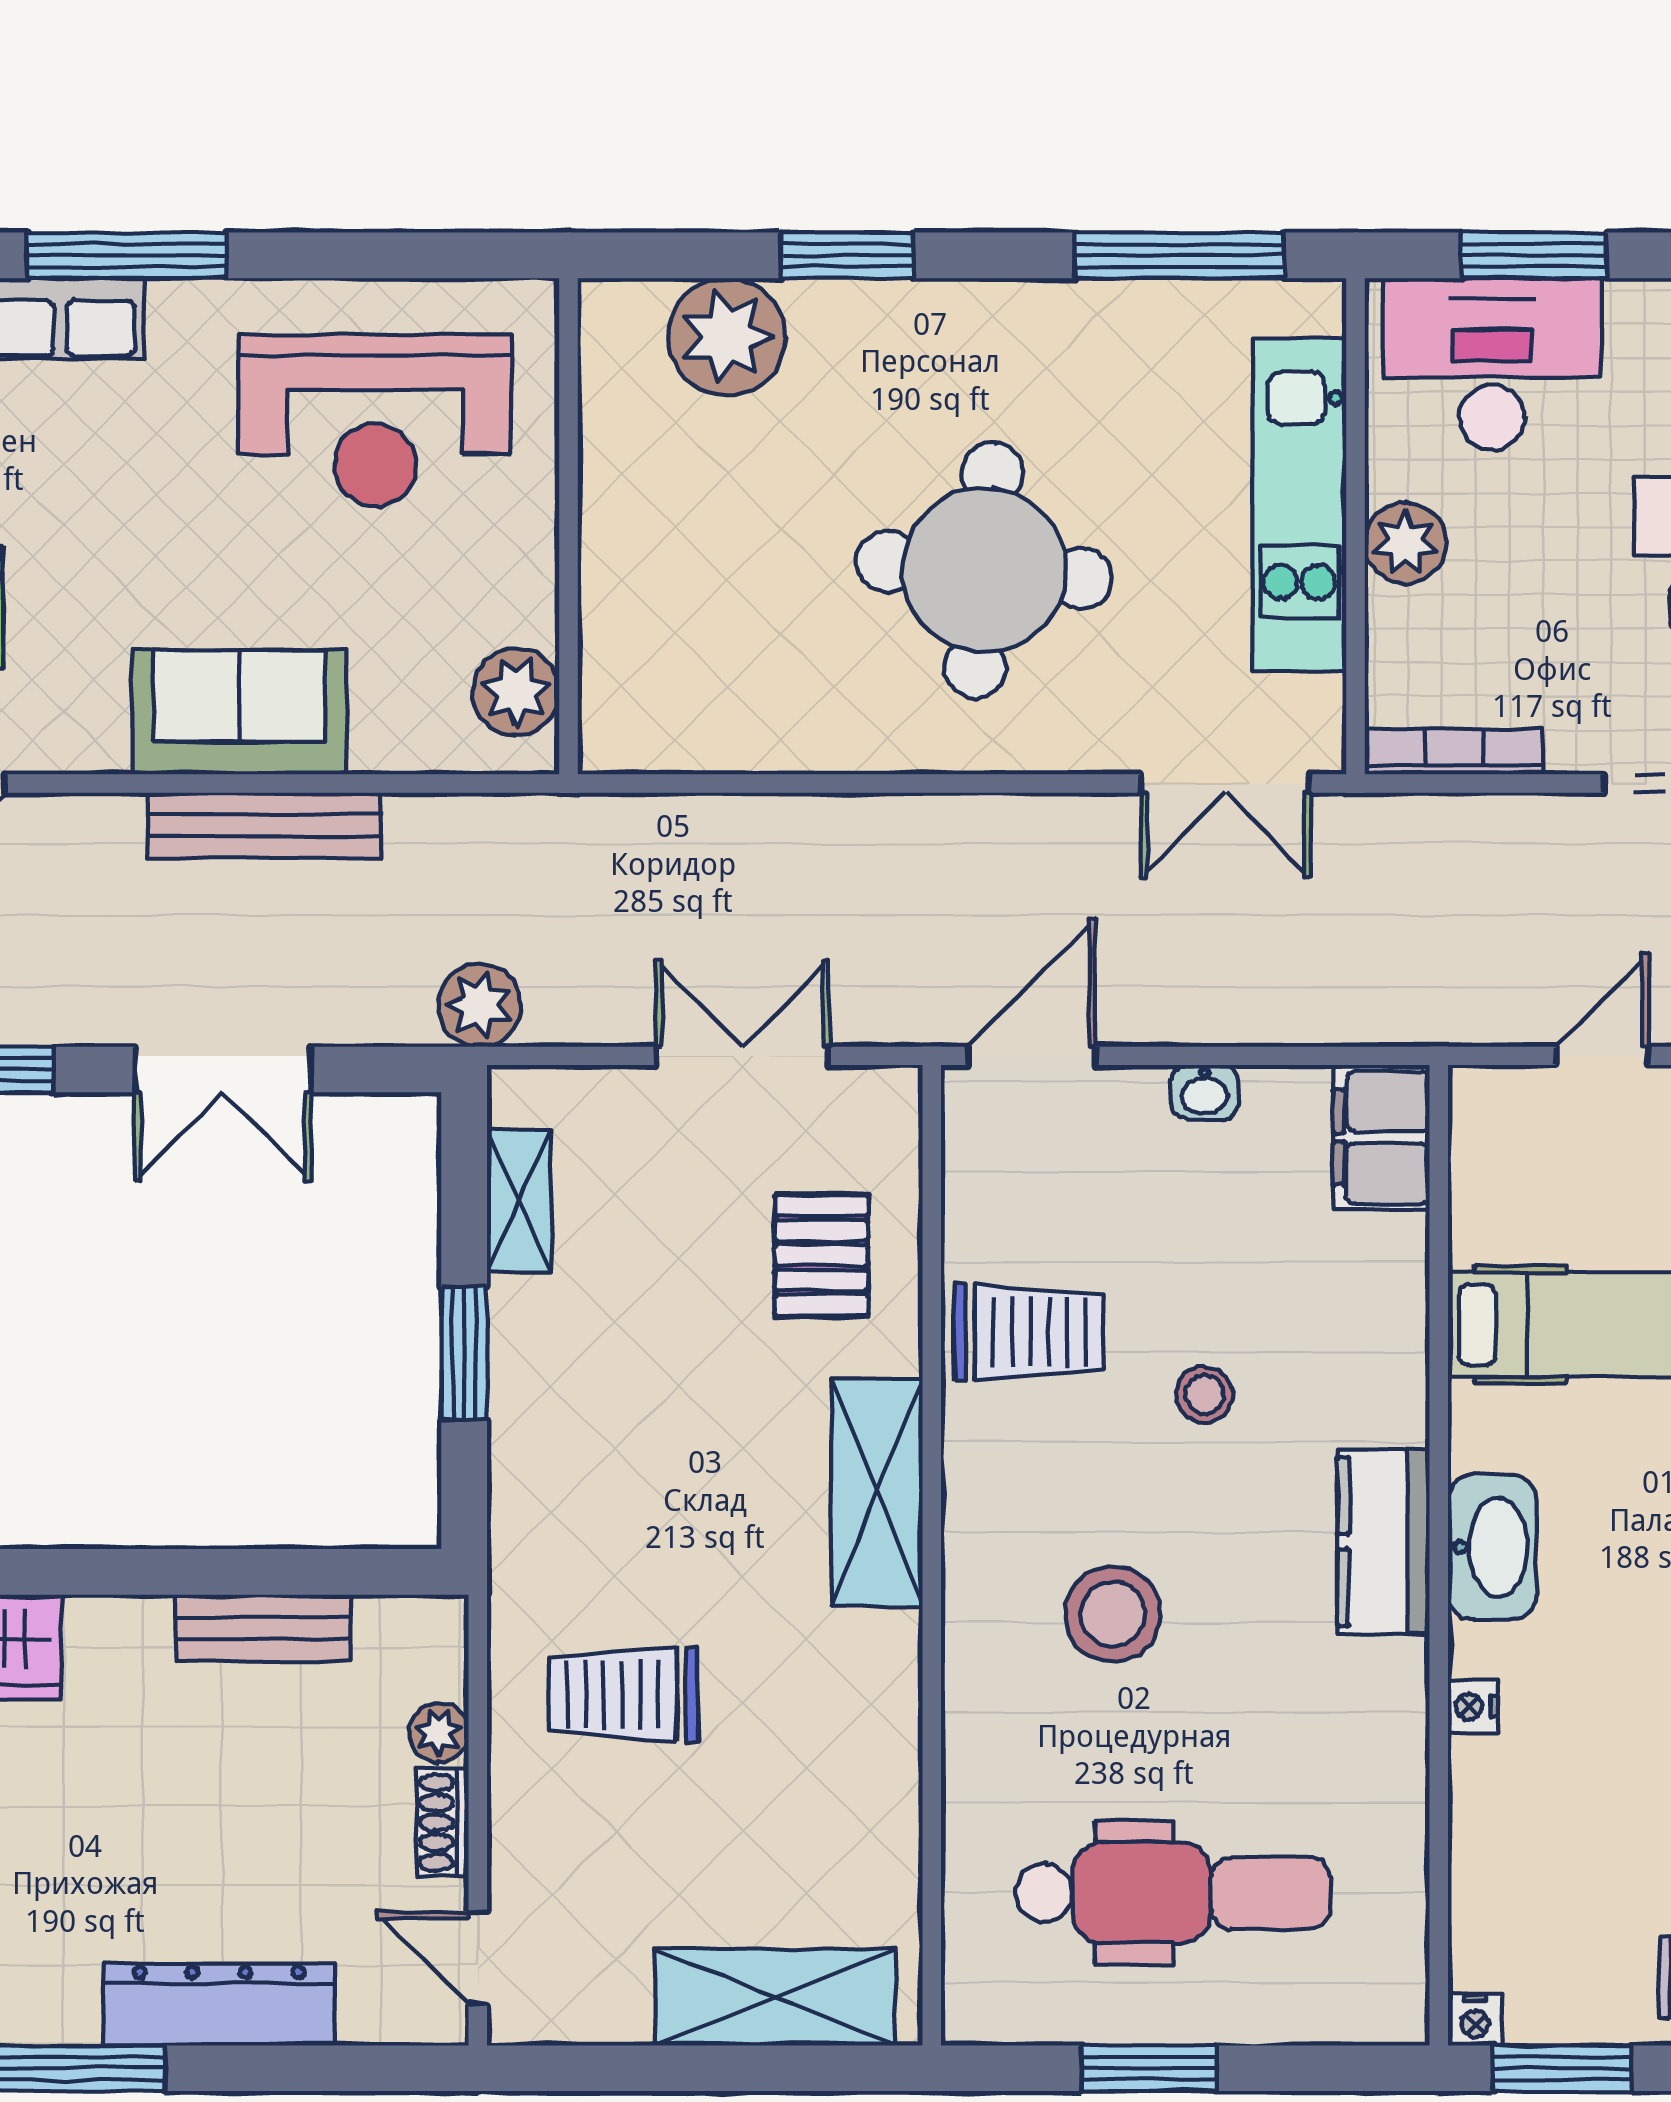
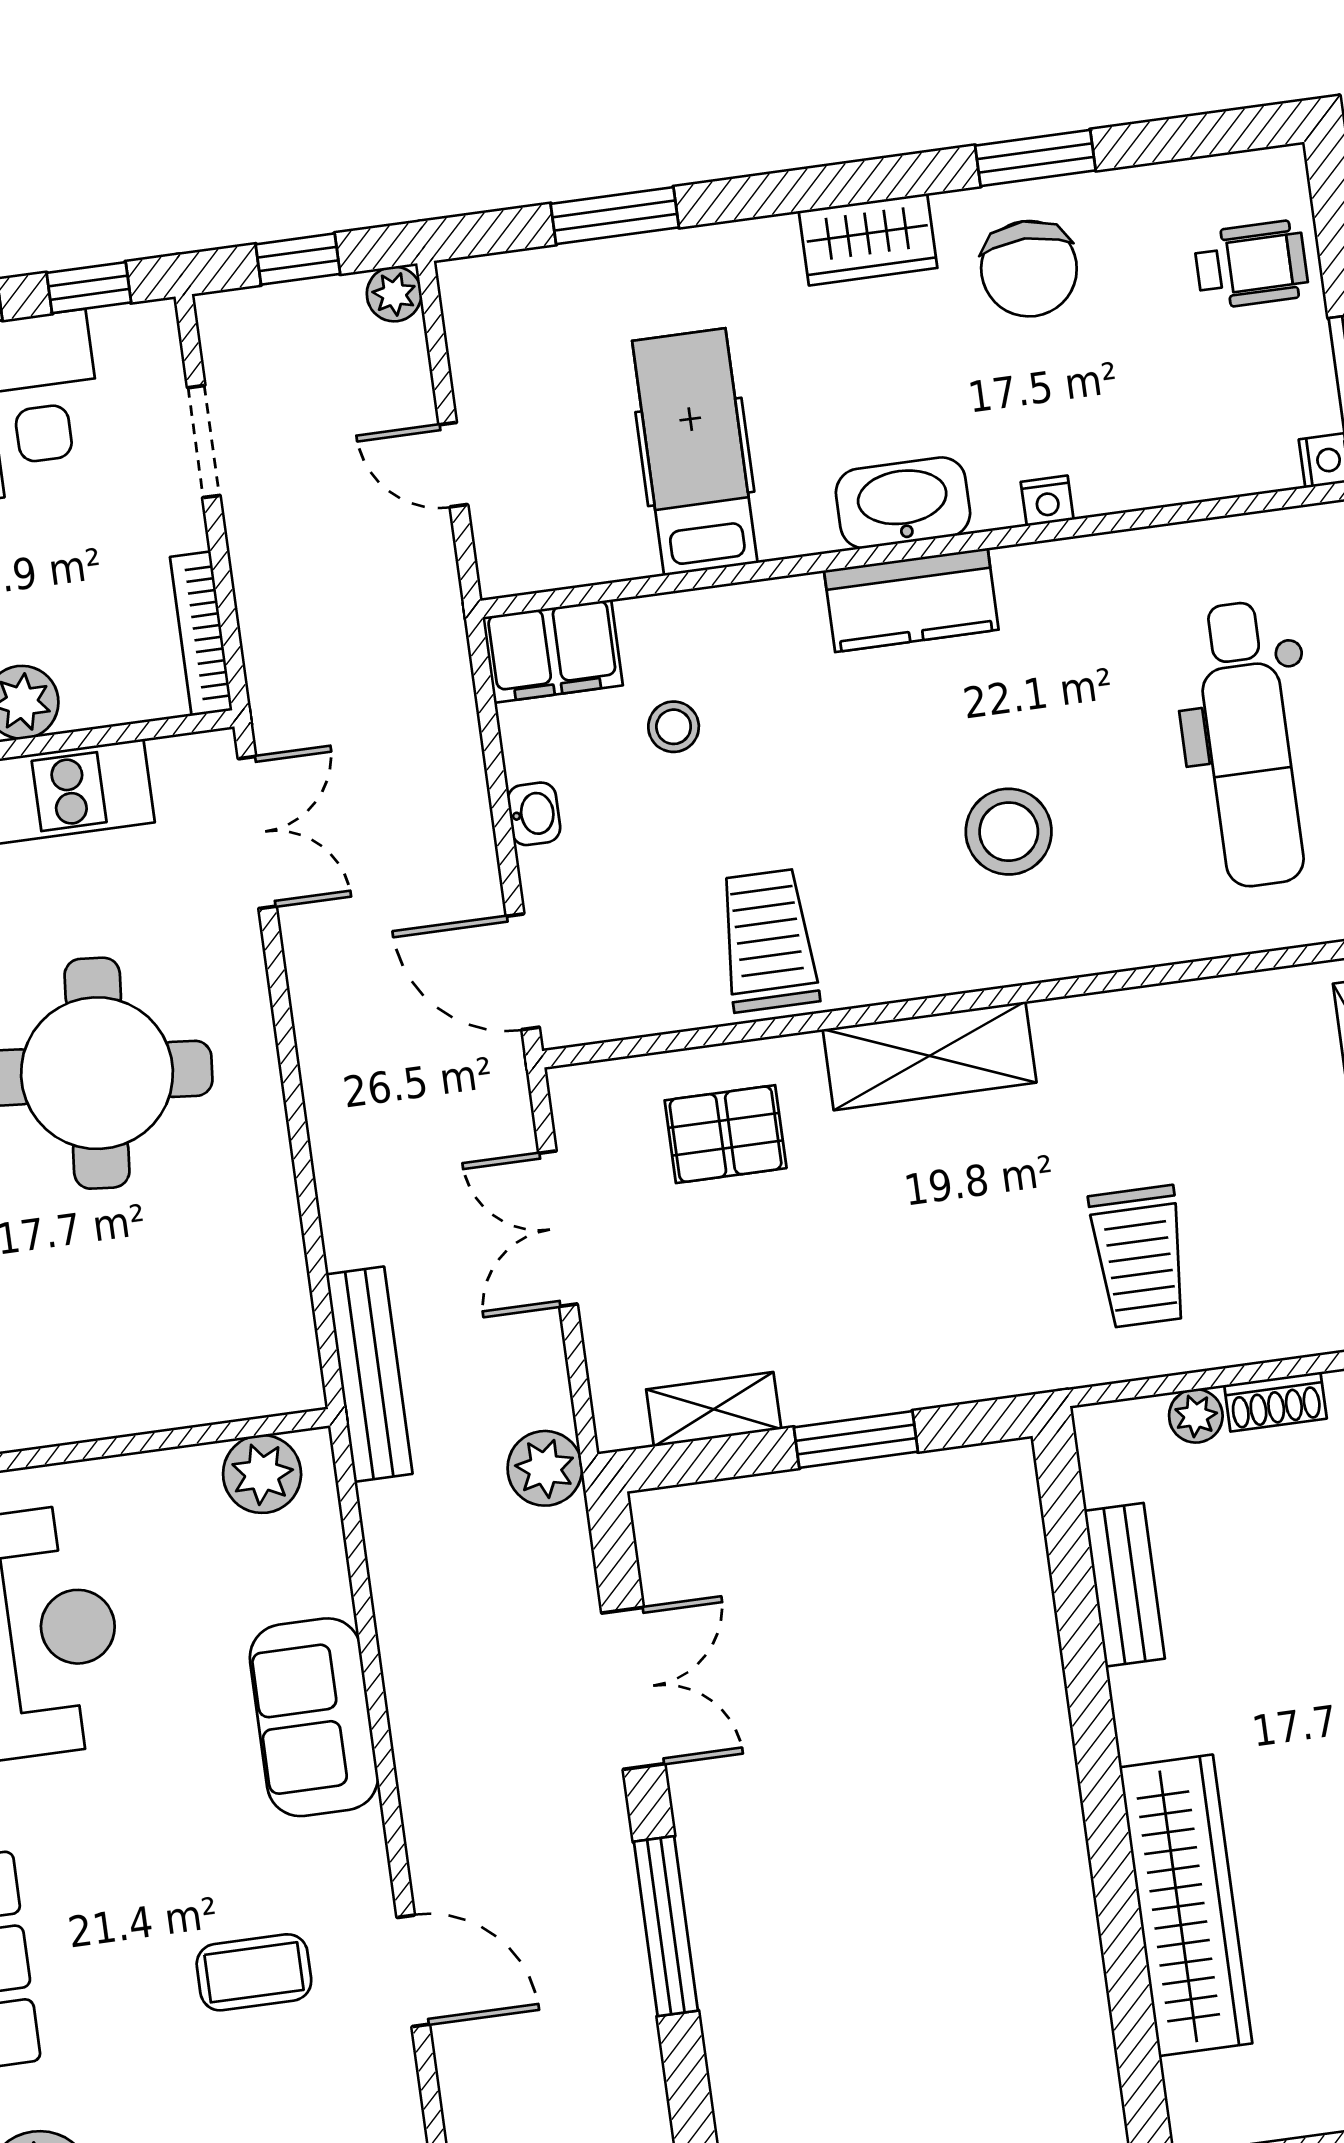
bench: (264, 825) -> (369, 1374), moved
stool: (1205, 1395) -> (674, 727), moved
dental chair: (1173, 1893) -> (1249, 744), turned 180

